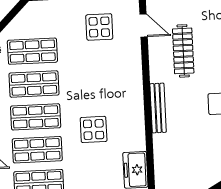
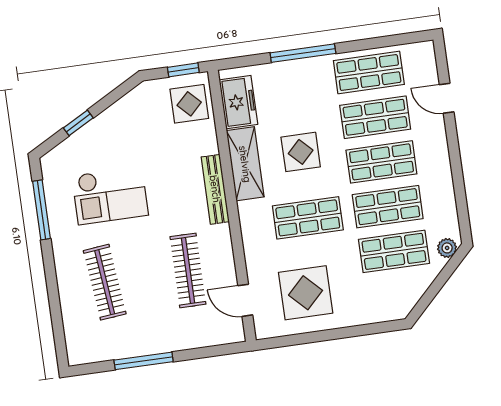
display table: (99, 27) -> (306, 293), width x1.36, depth x1.36
shop shelf: (93, 81) -> (308, 218), added
shelving: (135, 125) -> (245, 164), added
display table: (171, 172) -> (189, 104), added

